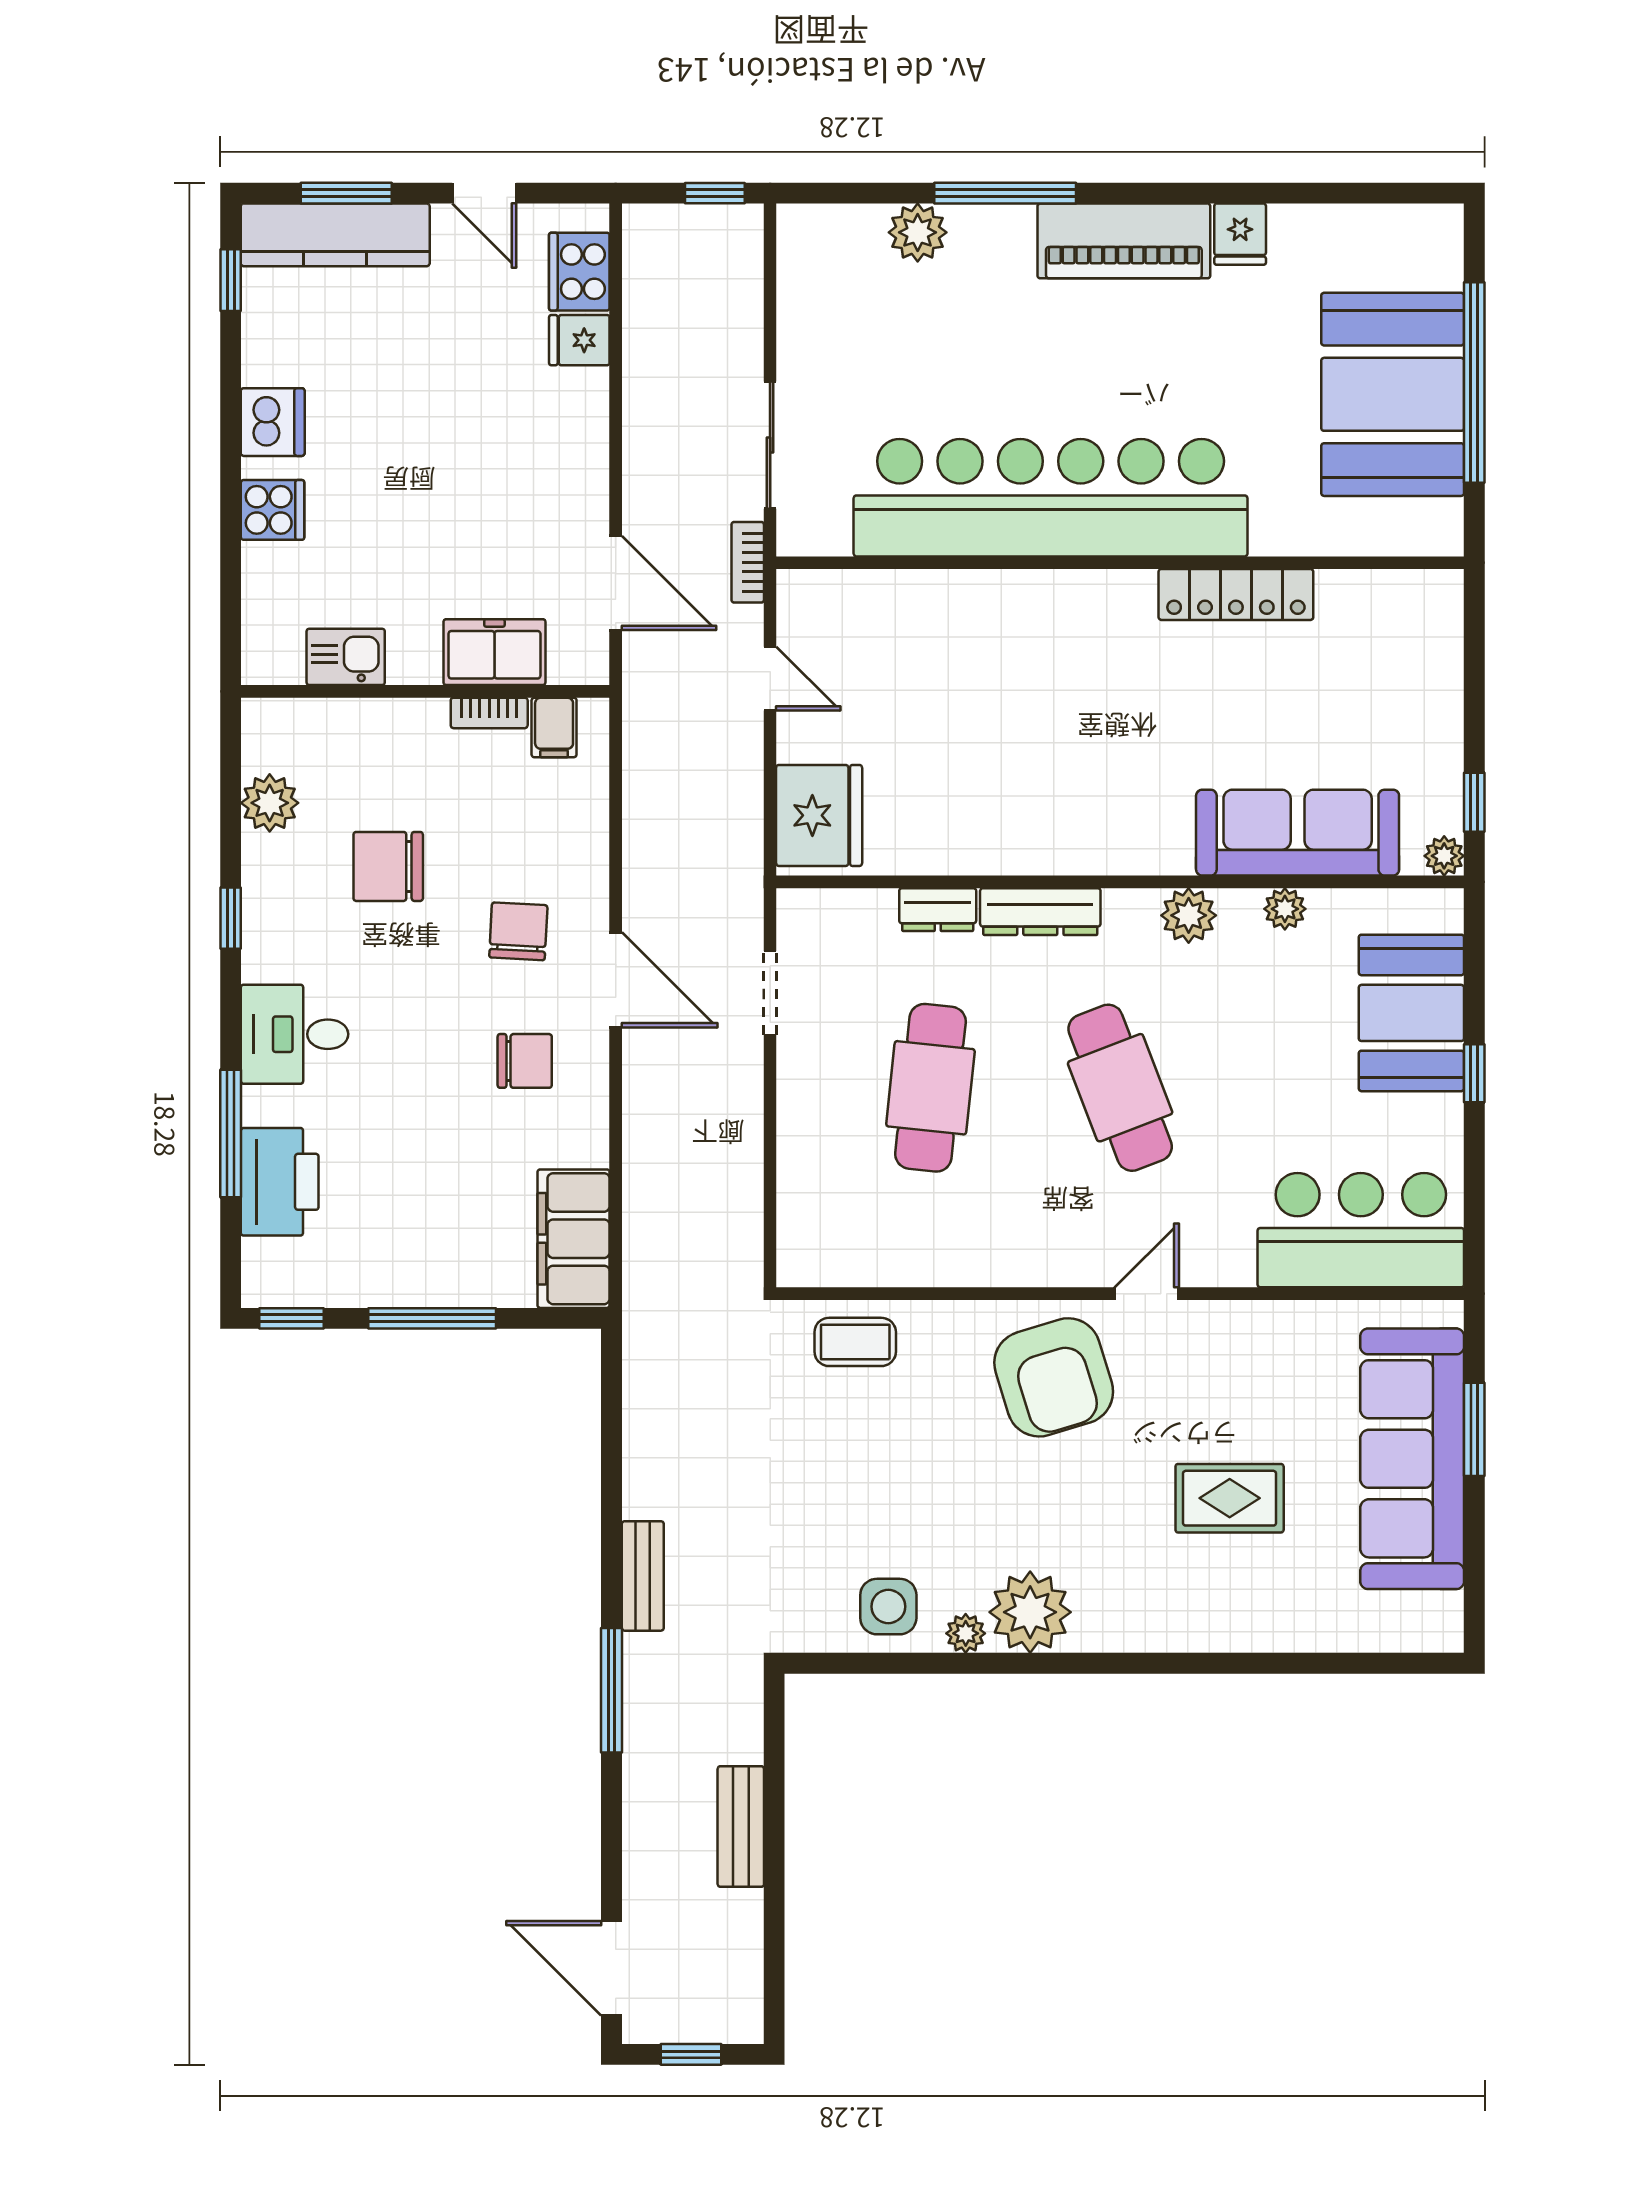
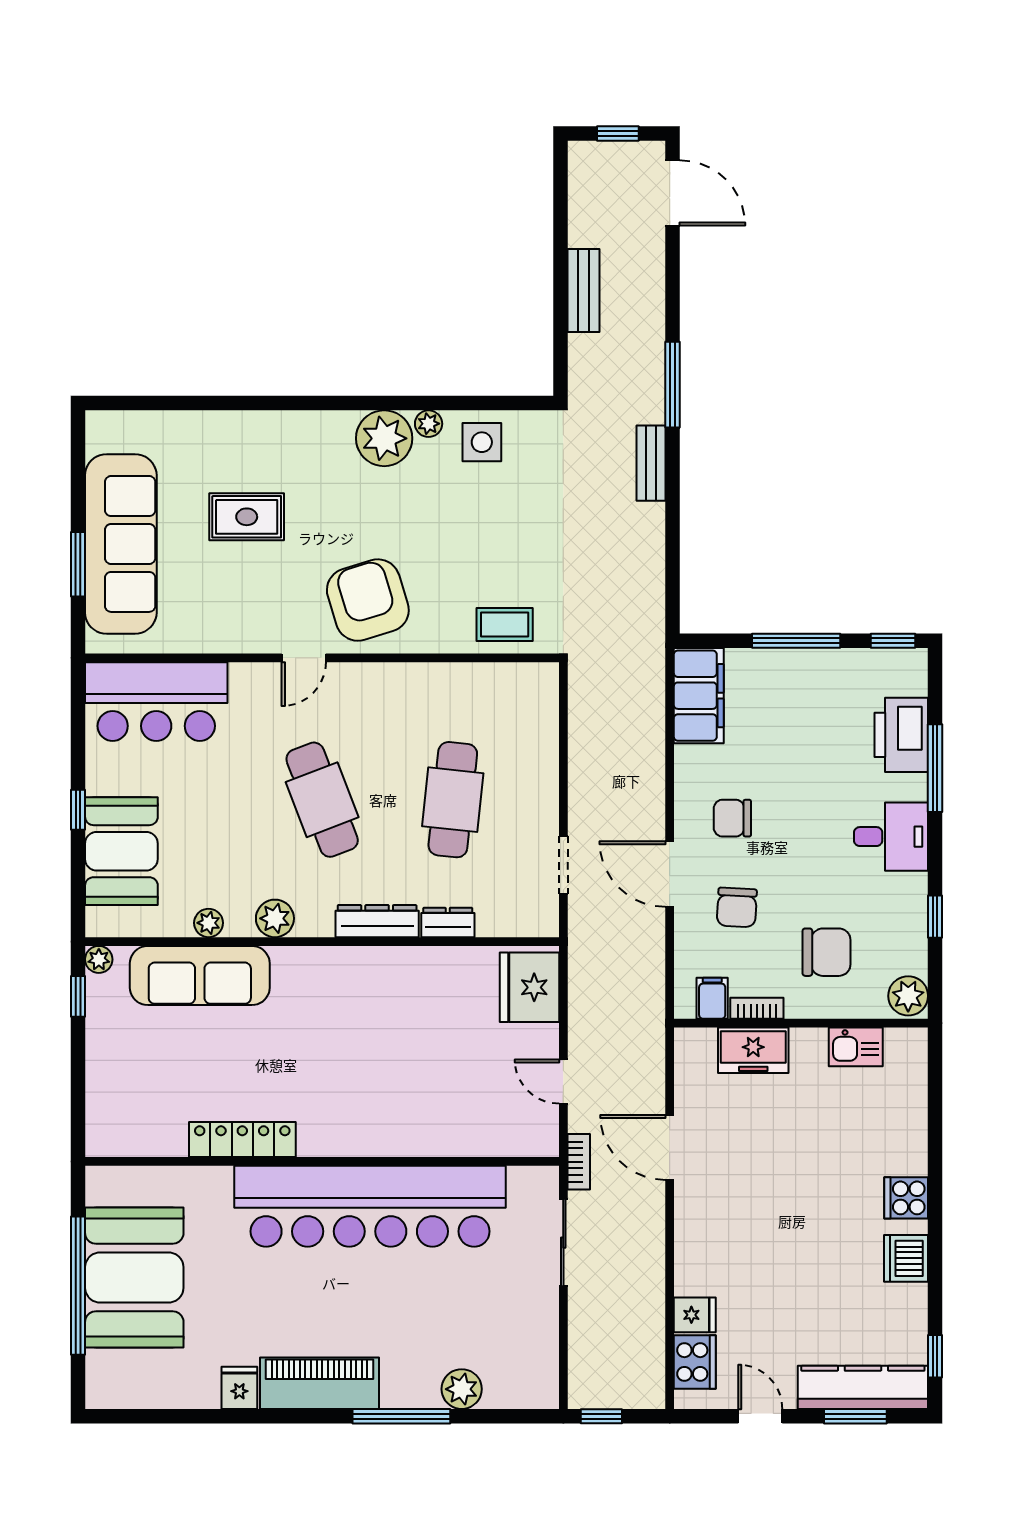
freezer: (494, 652) -> (753, 1050), moved
kitchen sink: (346, 657) -> (856, 1047), moved
wall: (425, 691) -> (801, 1023), moved
bookcase: (489, 713) -> (757, 1008), moved
filing cabinet: (554, 727) -> (712, 998), moved

